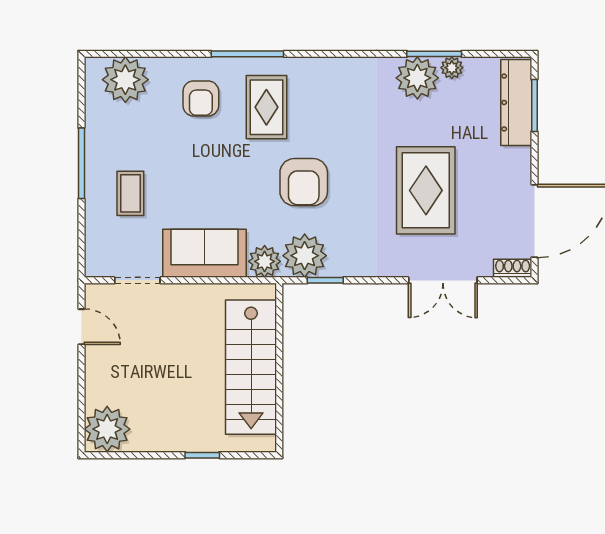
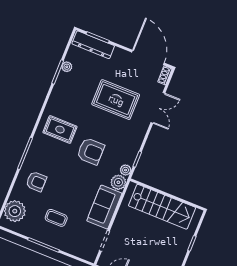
plant: (417, 78) -> (65, 84), removed
rug: (266, 107) -> (60, 130), moved
coffee table: (130, 193) -> (56, 218), moved
plant: (305, 256) -> (126, 170), width x0.53, depth x0.53

